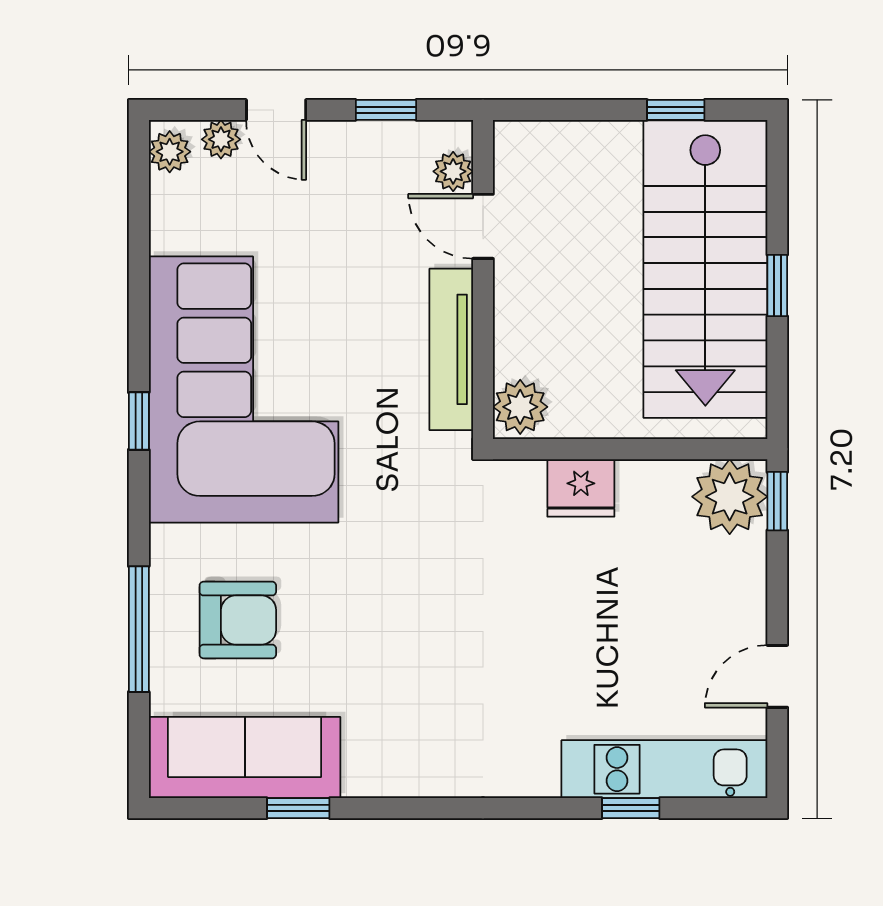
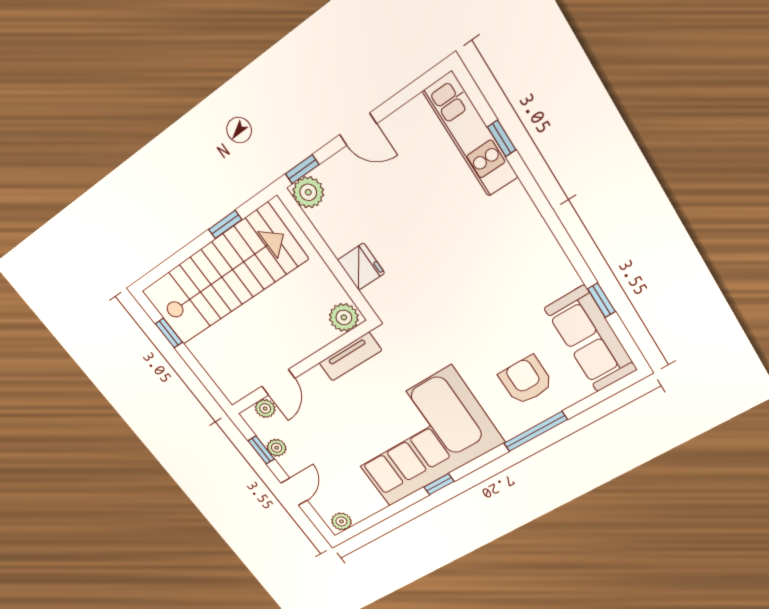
plant: (221, 139) -> (277, 448), moved
window: (777, 285) -> (225, 224), moved
tv unit: (451, 349) -> (350, 357), width x0.71
window: (139, 421) -> (439, 484), moved
plant: (730, 497) -> (308, 192), width x0.73, depth x0.73
window: (139, 629) -> (535, 431), moved
door: (777, 676) -> (358, 129), moved

